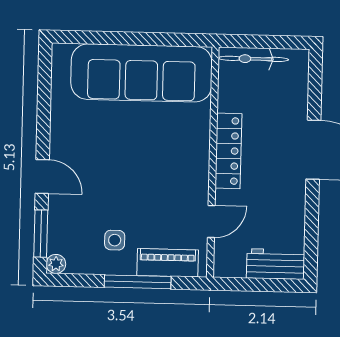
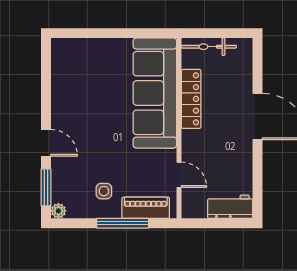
sofa: (142, 73) -> (155, 93), moved, turned 90
locker: (228, 151) -> (191, 99), moved
door: (211, 221) -> (179, 175), hinge flipped

